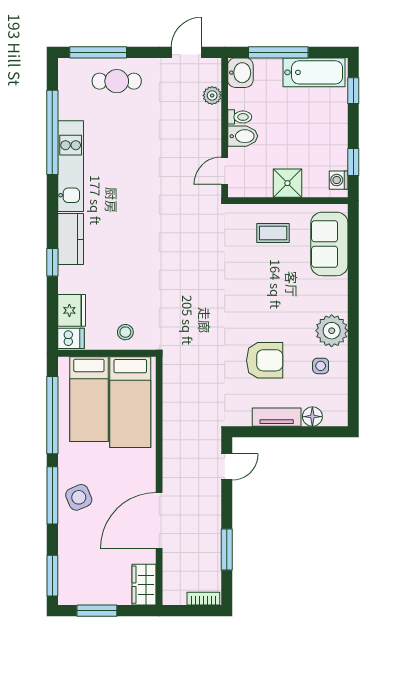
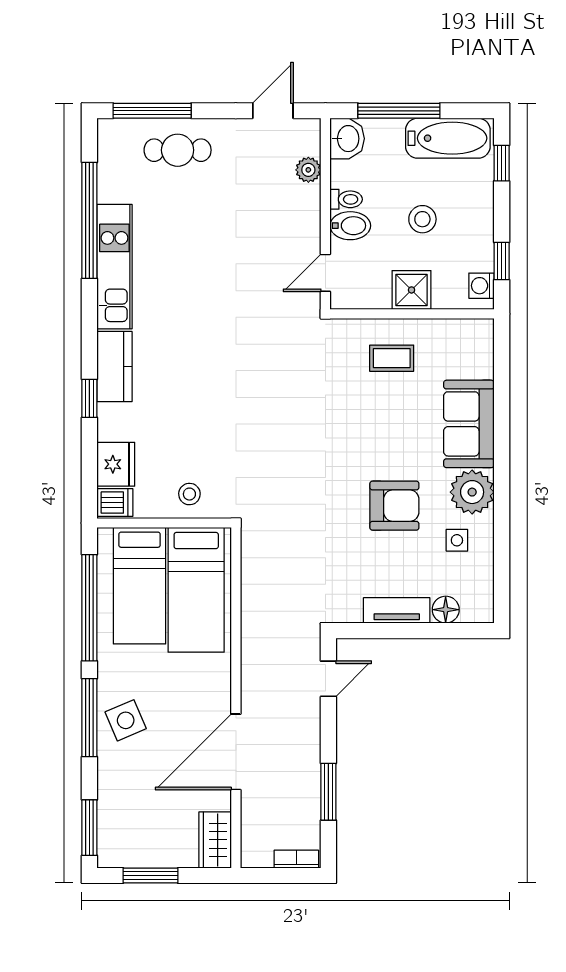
stool: (295, 131) -> (422, 219), added
sofa: (329, 244) -> (469, 424), moved
armchair: (265, 360) -> (394, 506), moved

